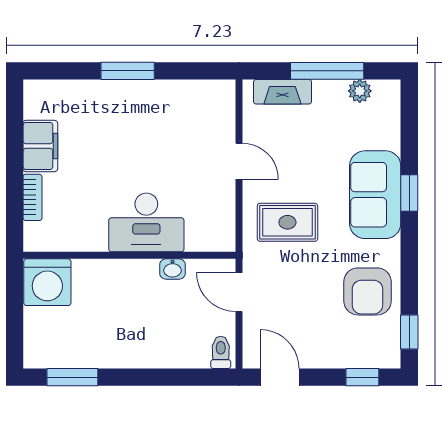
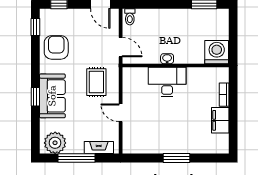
plant: (360, 91) -> (55, 143), width x1.88, depth x1.88
rug: (287, 222) -> (96, 82), turned 90
washbasin: (172, 269) -> (167, 59), moved

